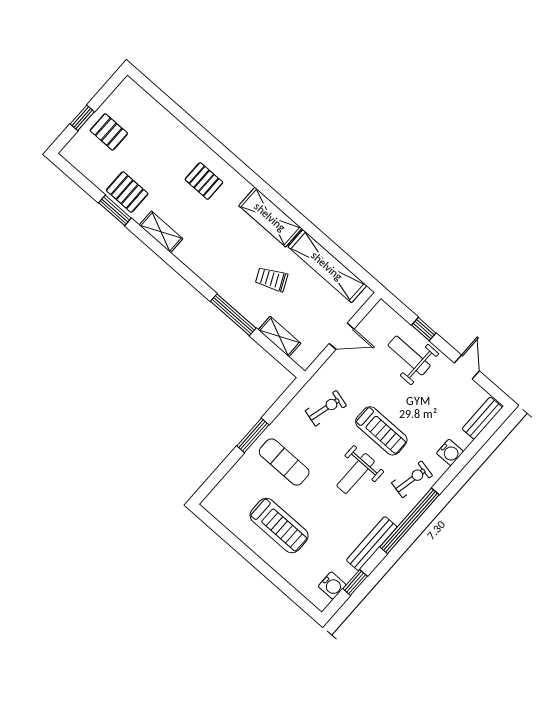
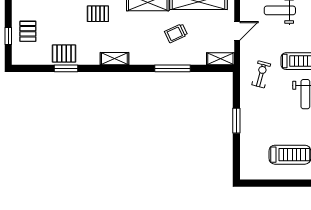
pallet: (109, 132) -> (28, 31), turned 90
shelving: (161, 232) -> (114, 59), moved
shelving: (279, 337) -> (220, 59), moved
exercise mat: (284, 462) -> (264, 120), removed

